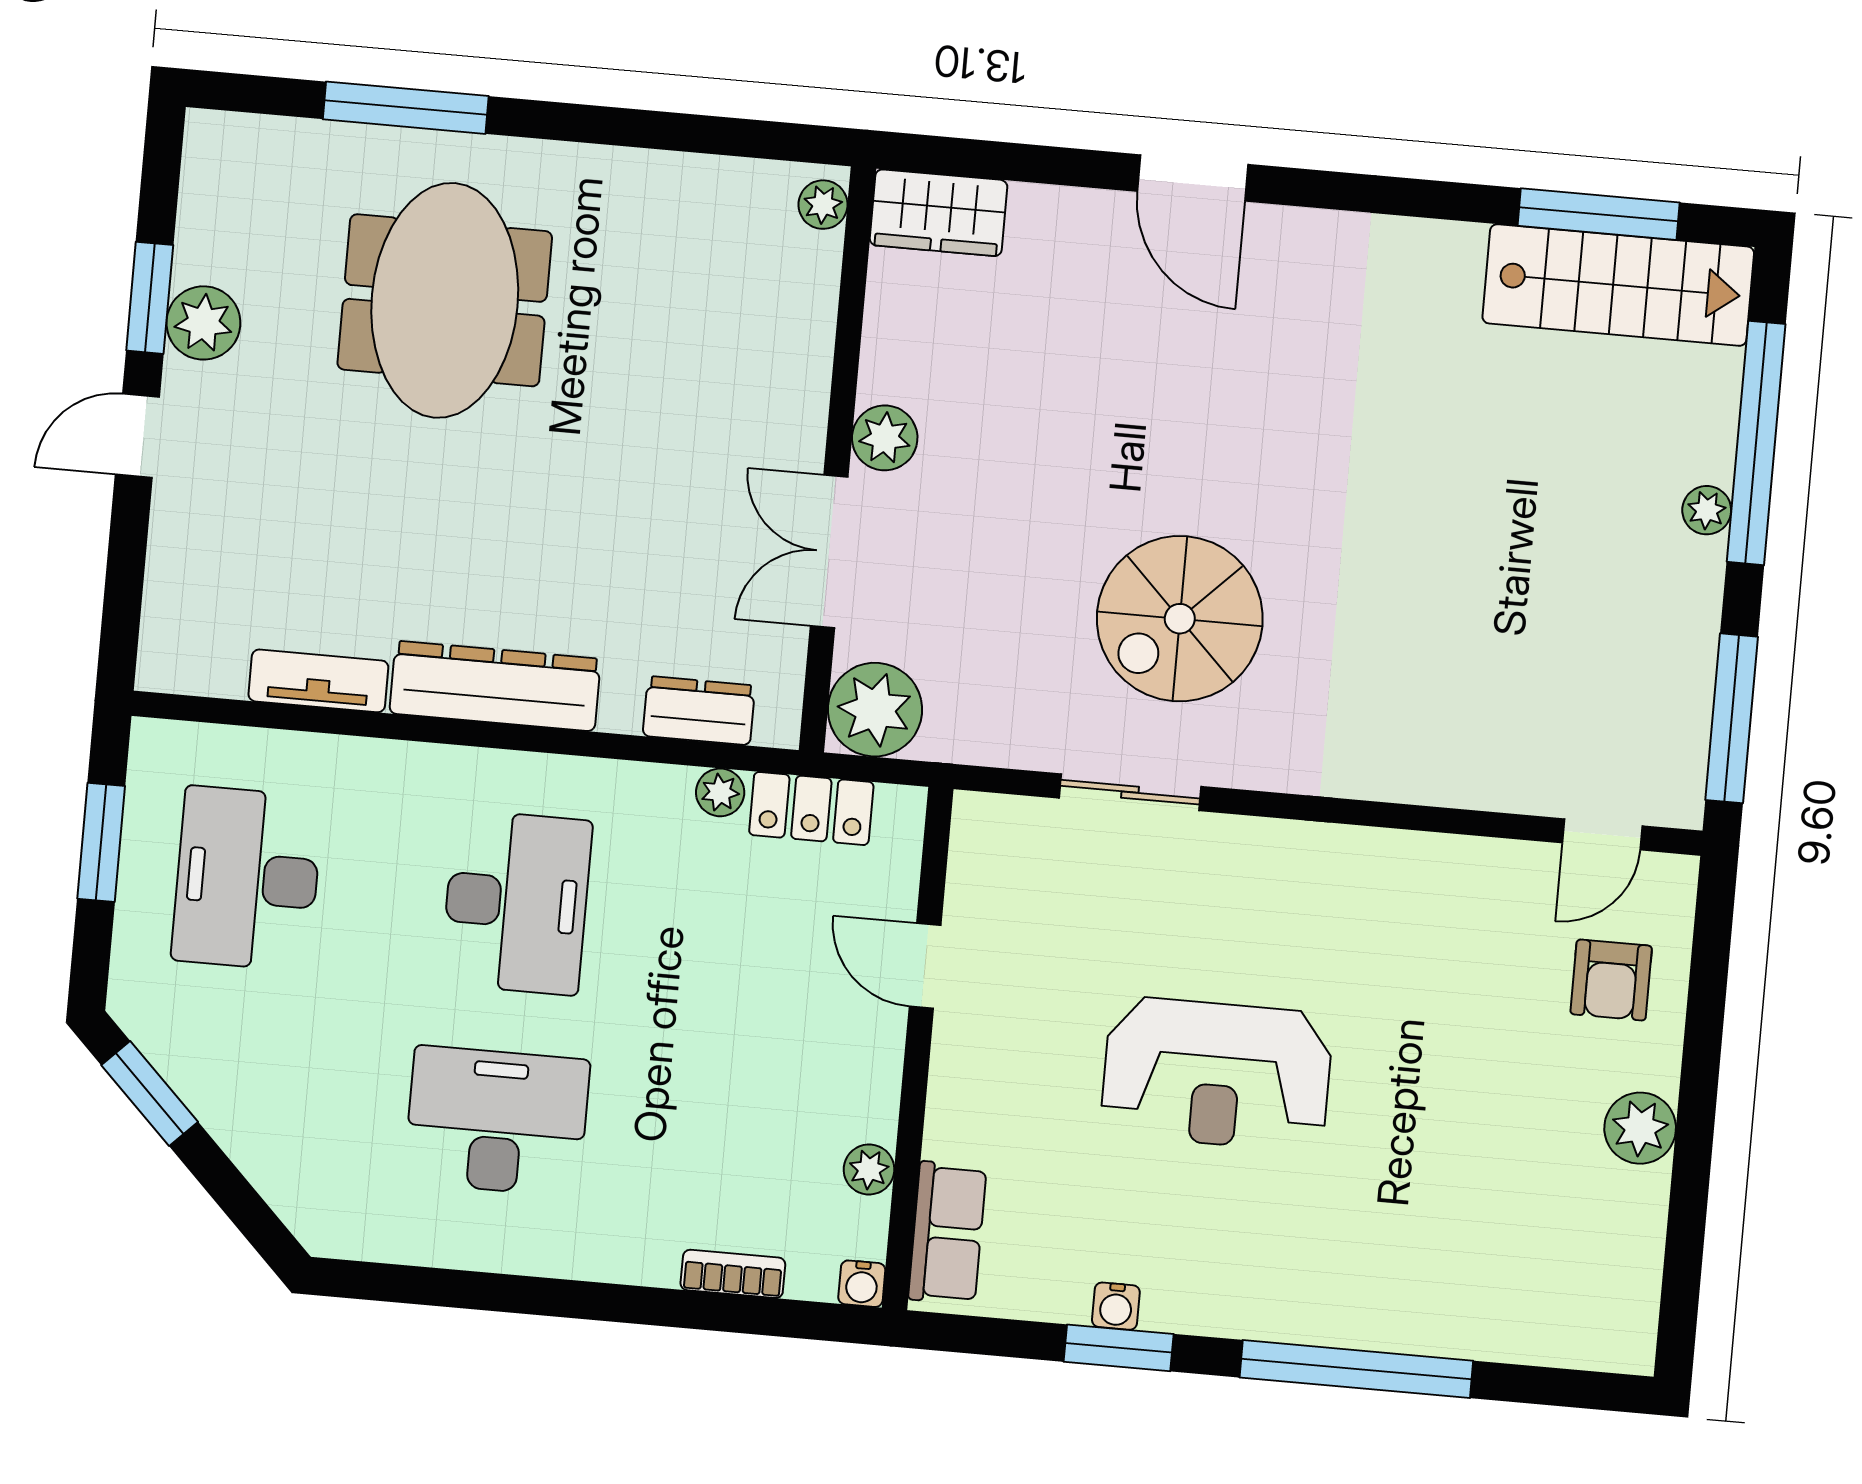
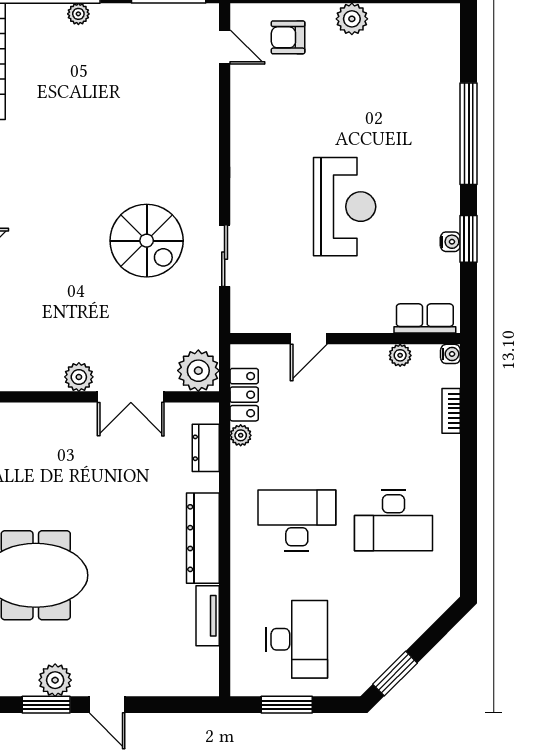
desk: (247, 878) -> (297, 639), turned -90
armchair: (1611, 980) -> (288, 37), turned 180
desk: (497, 1121) -> (393, 520), turned -90

